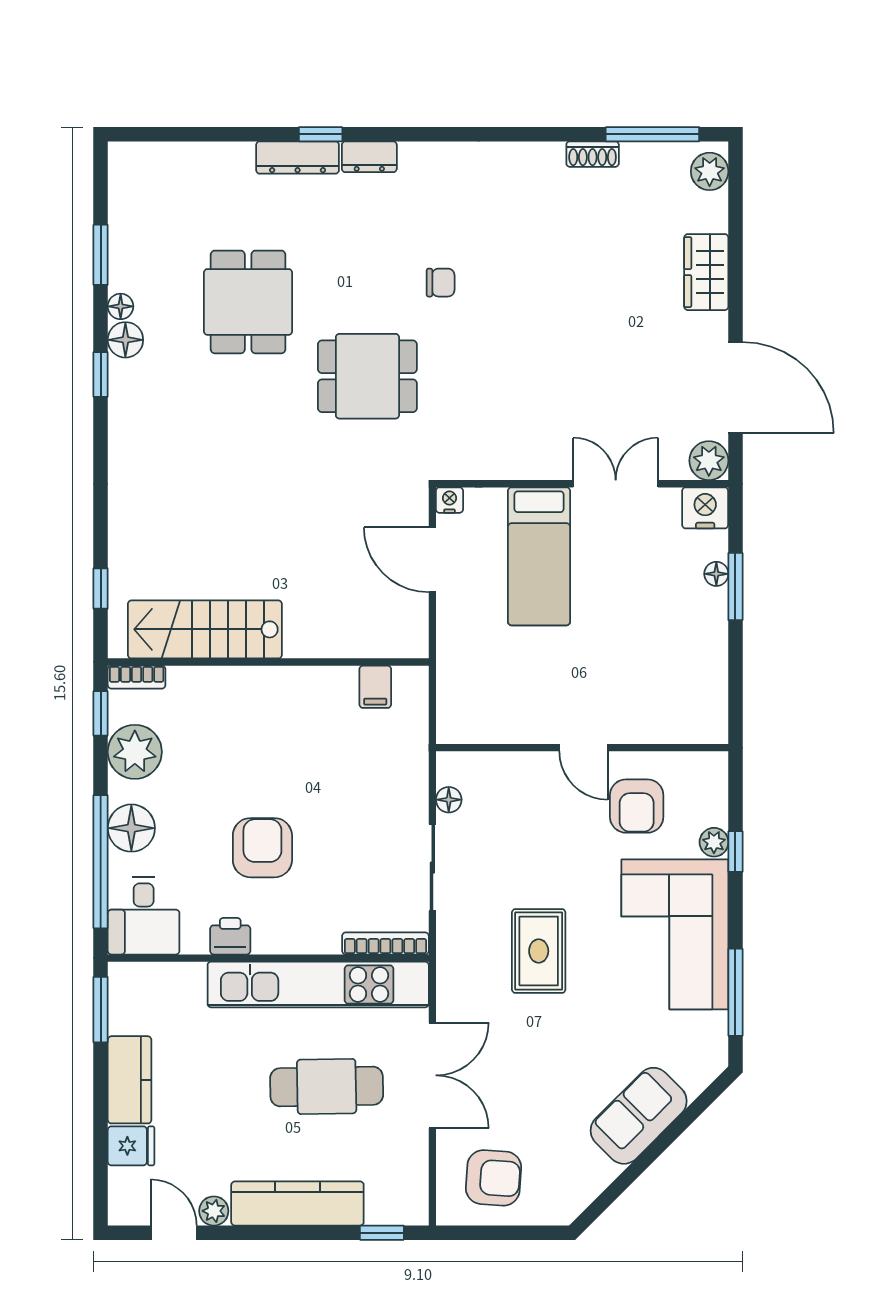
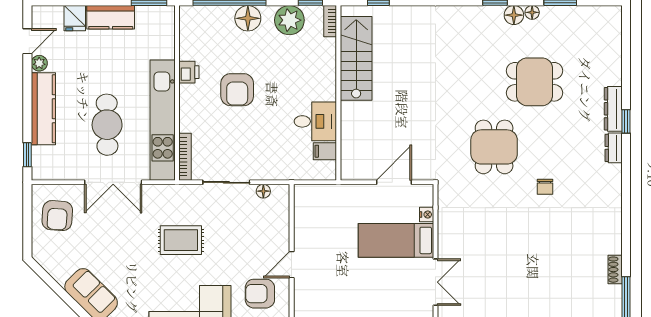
nightstand: (449, 500) -> (427, 215), moved
armchair: (262, 848) -> (237, 90), turned 90
desk: (144, 916) -> (315, 121), moved, turned 180

